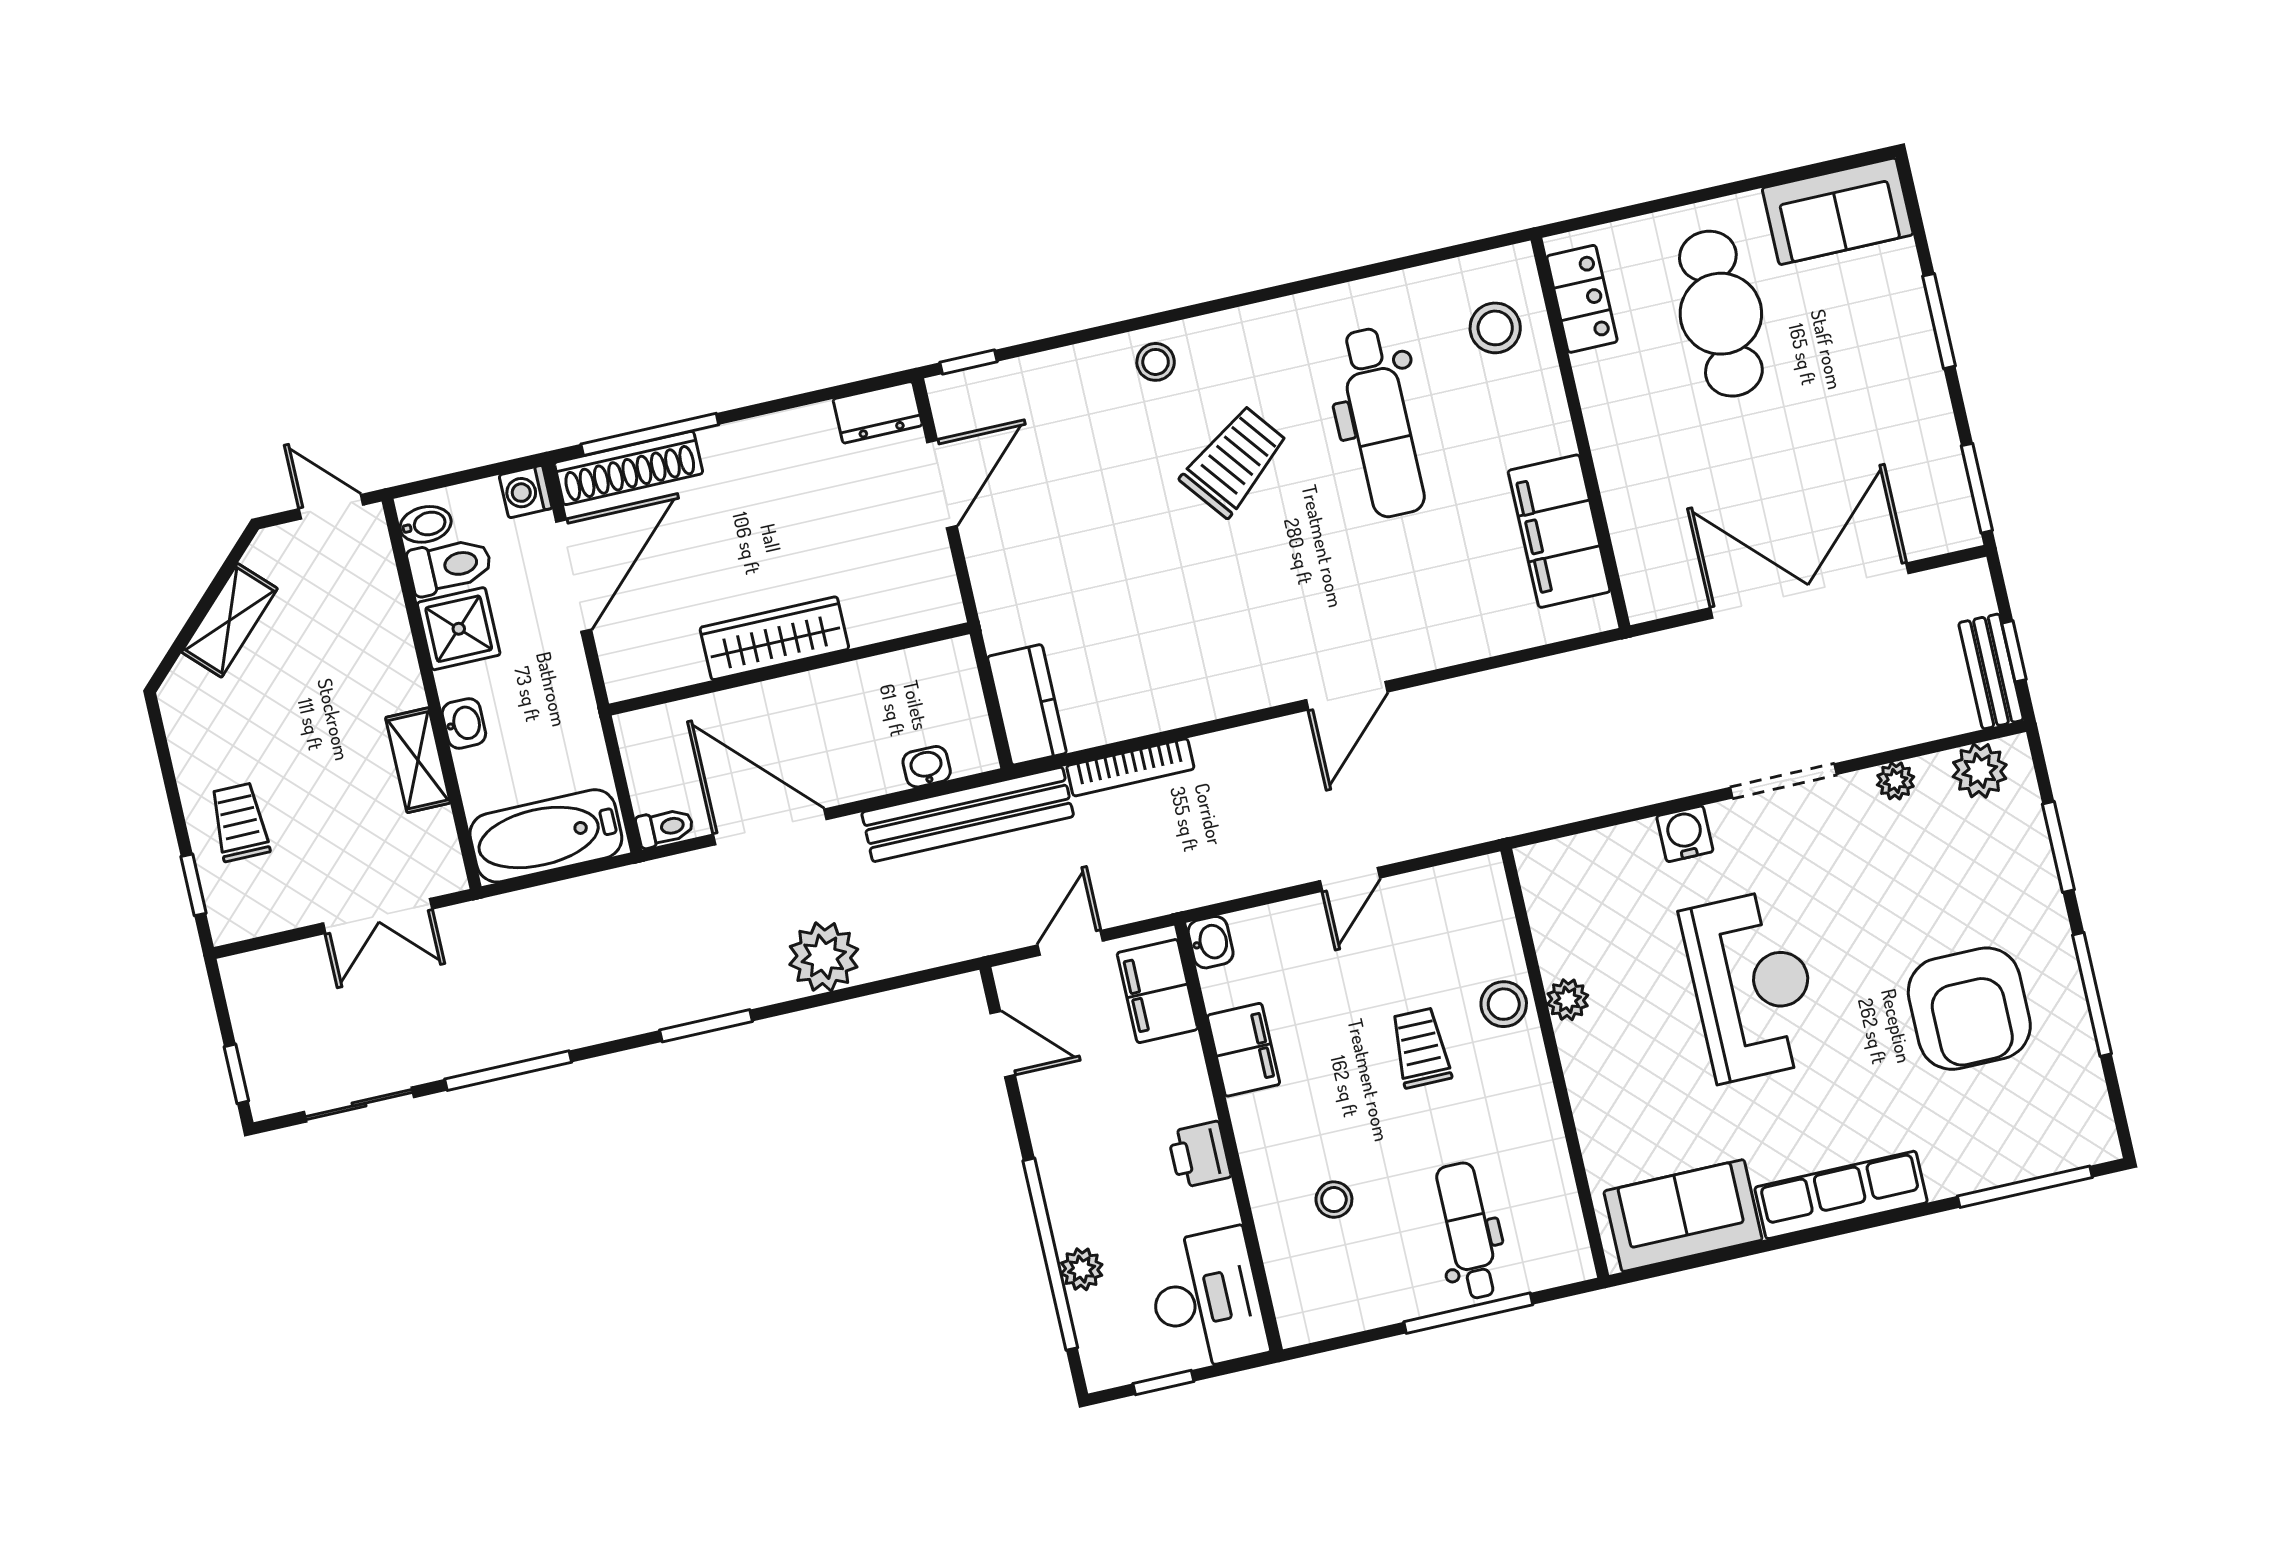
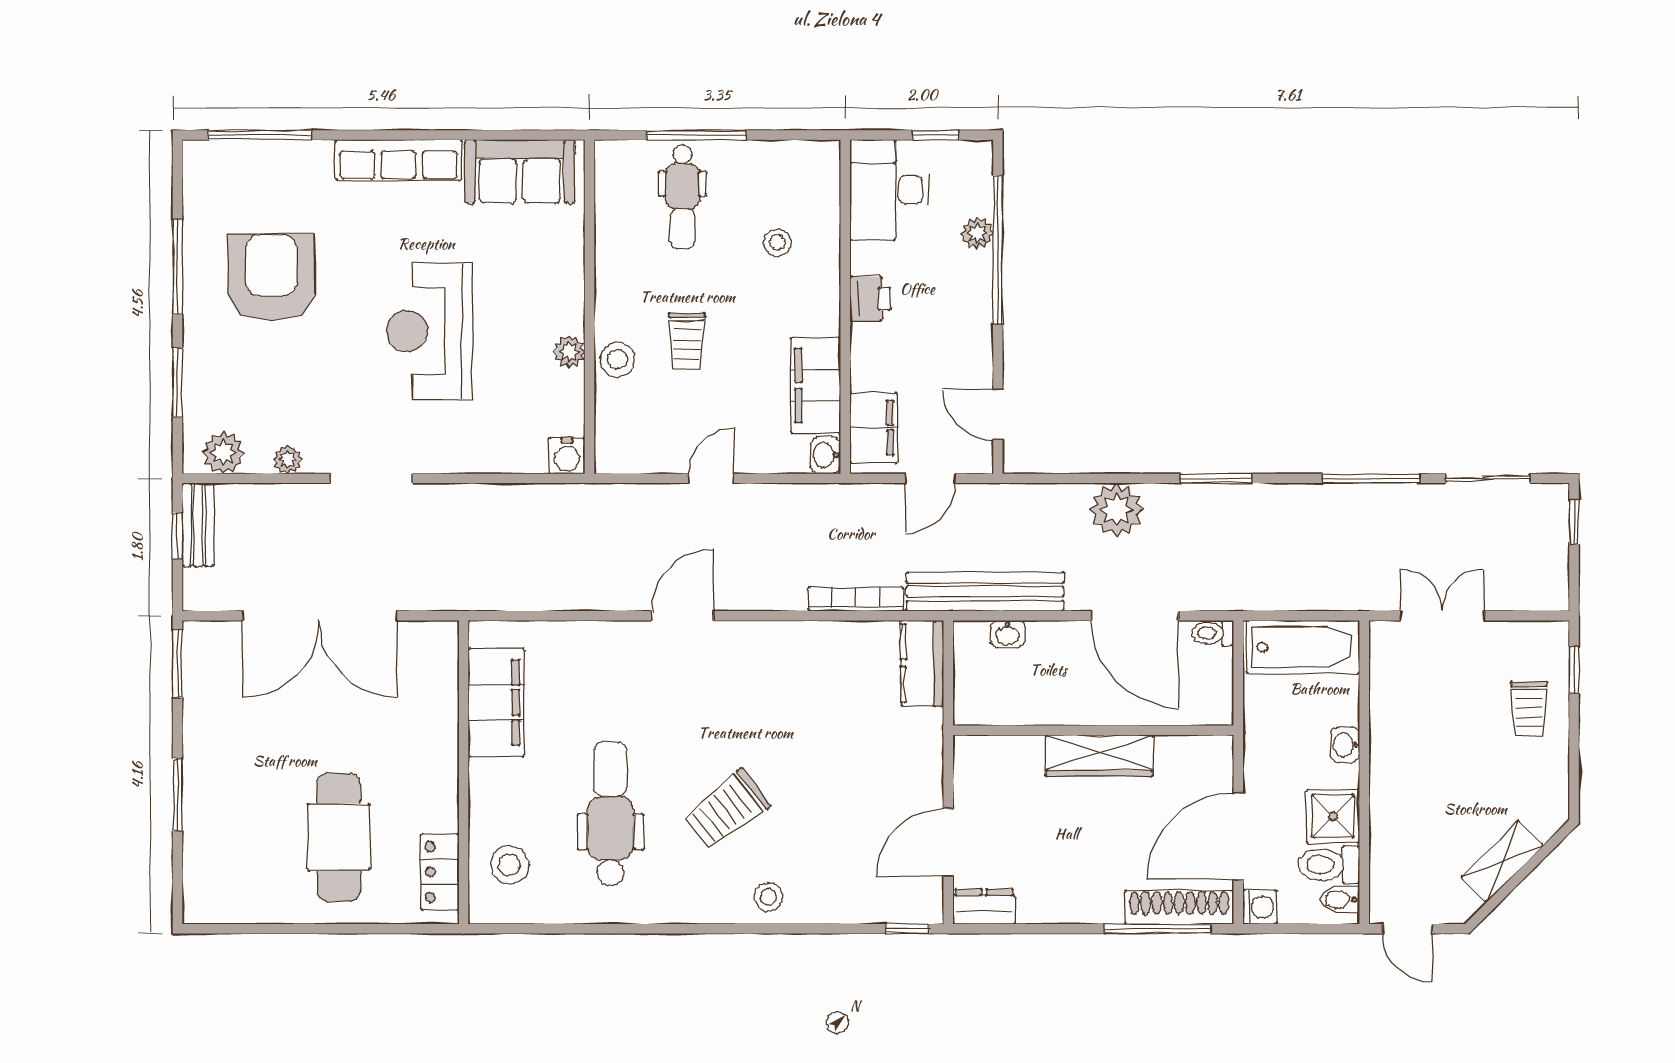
sofa: (1838, 211) -> (234, 894), removed
shelving: (418, 760) -> (1386, 725), removed
water cooler: (1685, 834) -> (567, 456), moved
filing cabinet: (1243, 1050) -> (816, 385), width x1.50, depth x1.17

